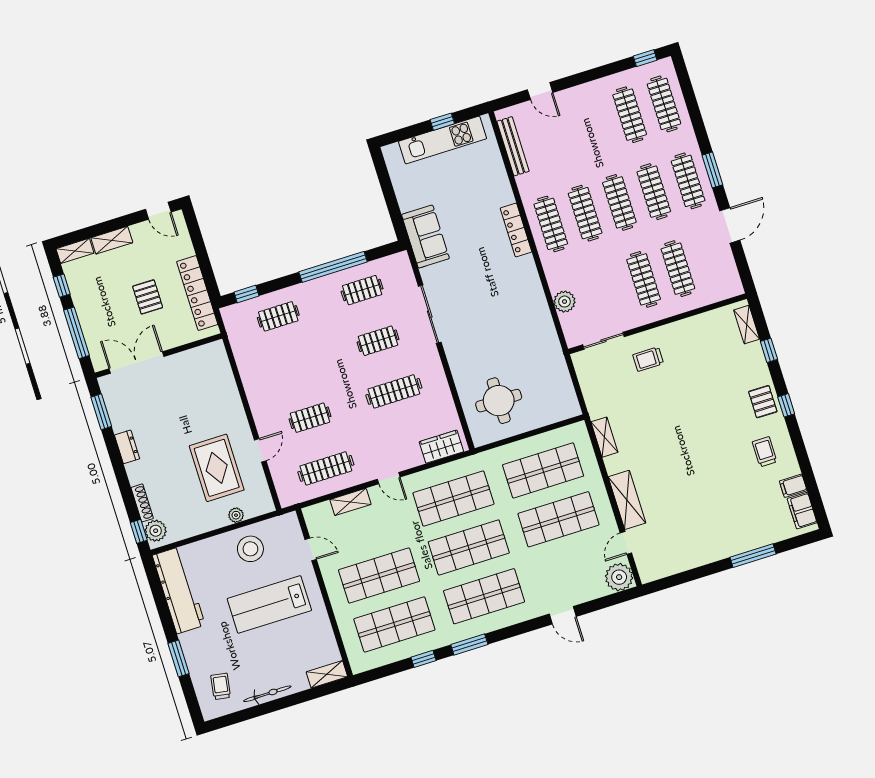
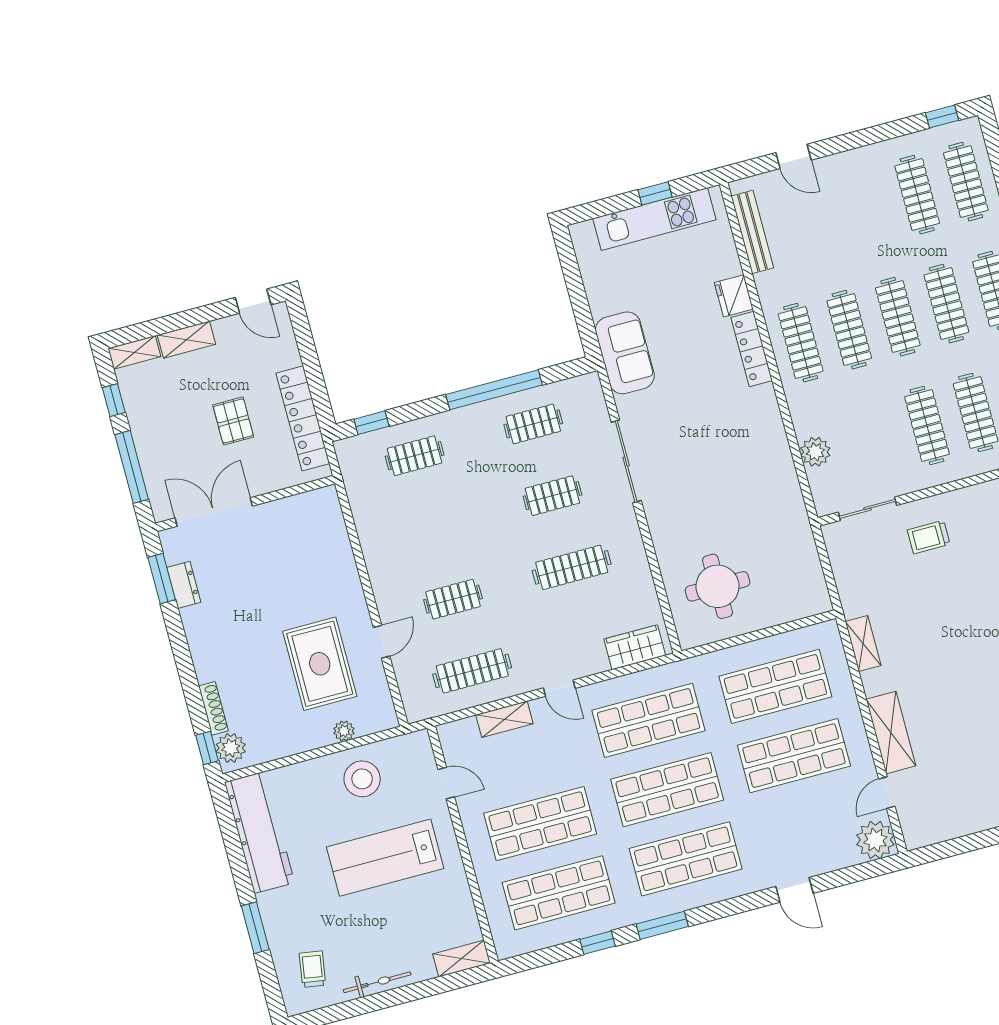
fridge: (502, 192) -> (734, 296), added
dresser: (127, 447) -> (184, 585), moved

